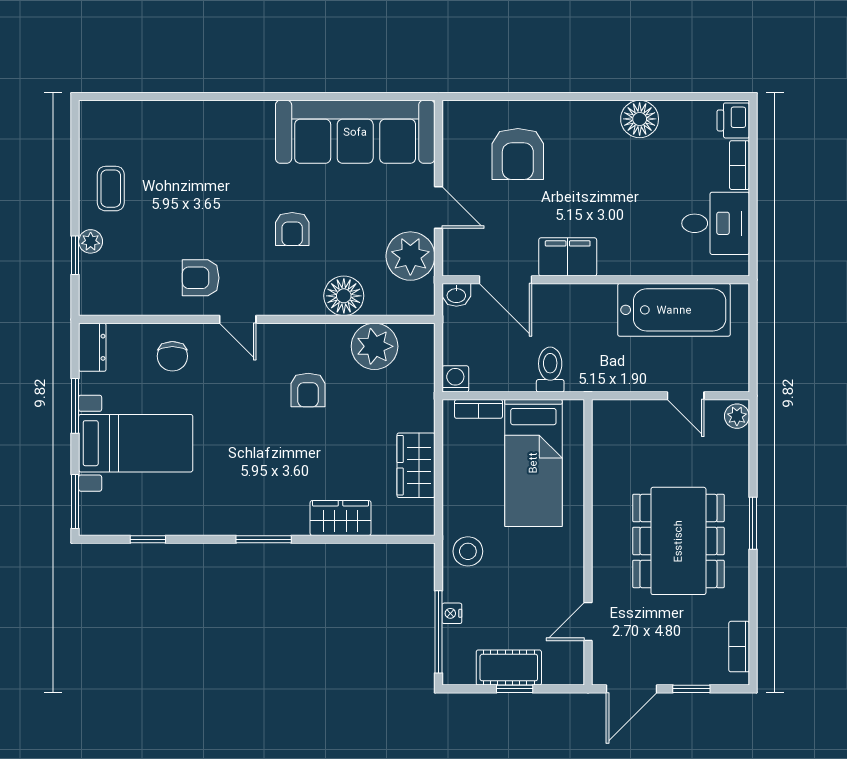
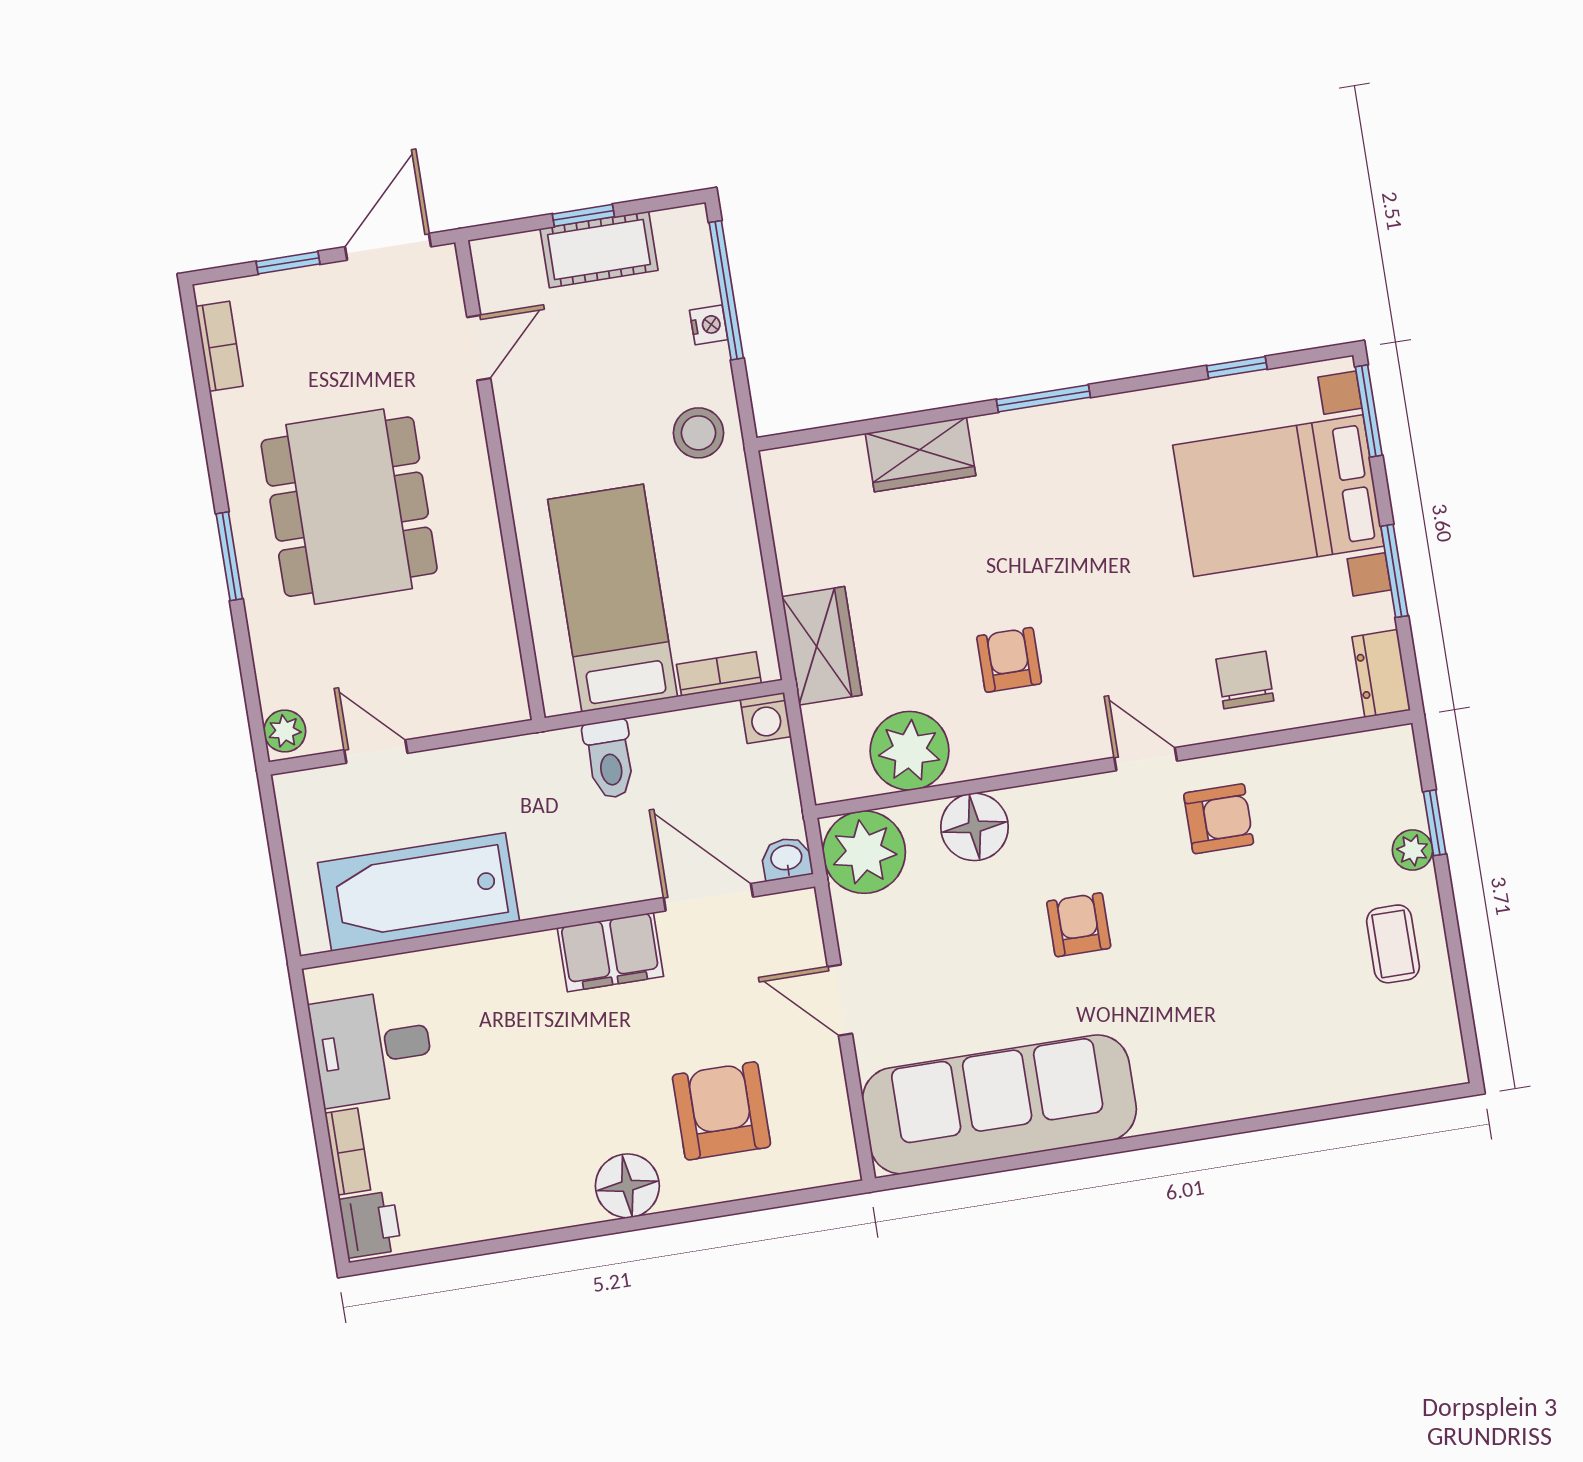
floor lamp: (640, 119) -> (627, 1186), moved
plant: (410, 256) -> (864, 852), moved
bed with nightstands: (136, 443) -> (1278, 496), width x1.36
wardrobe: (416, 465) -> (822, 646), moved

